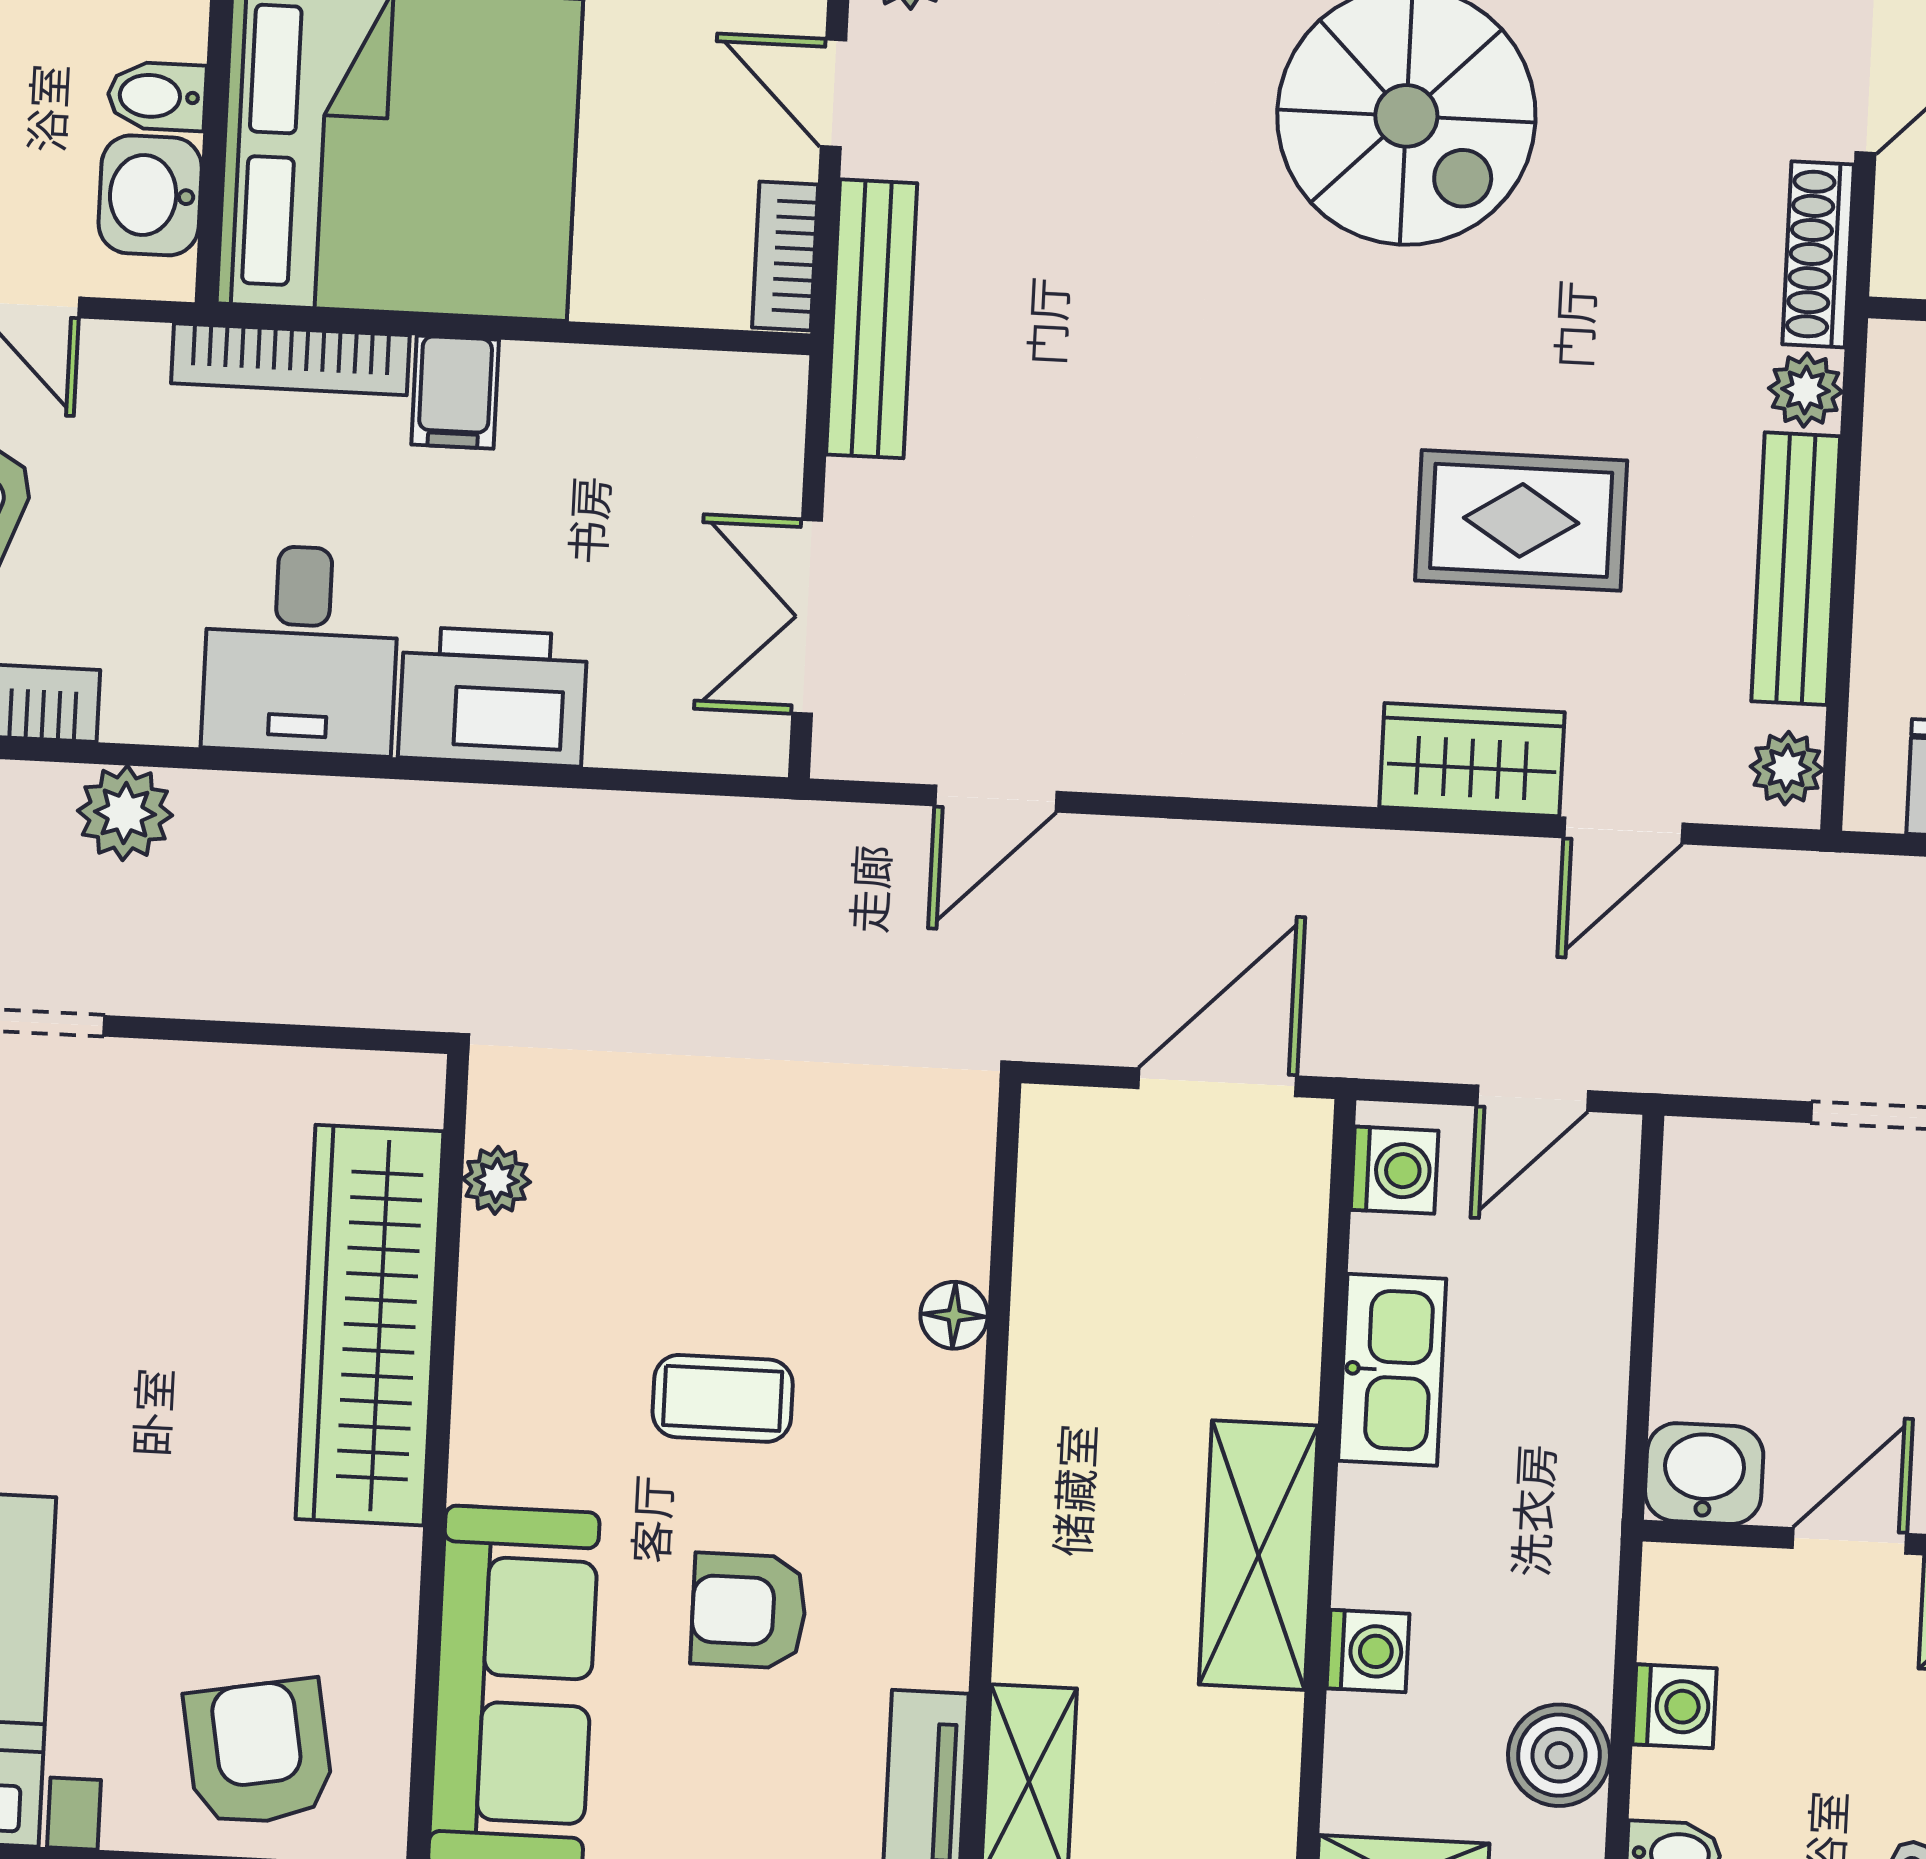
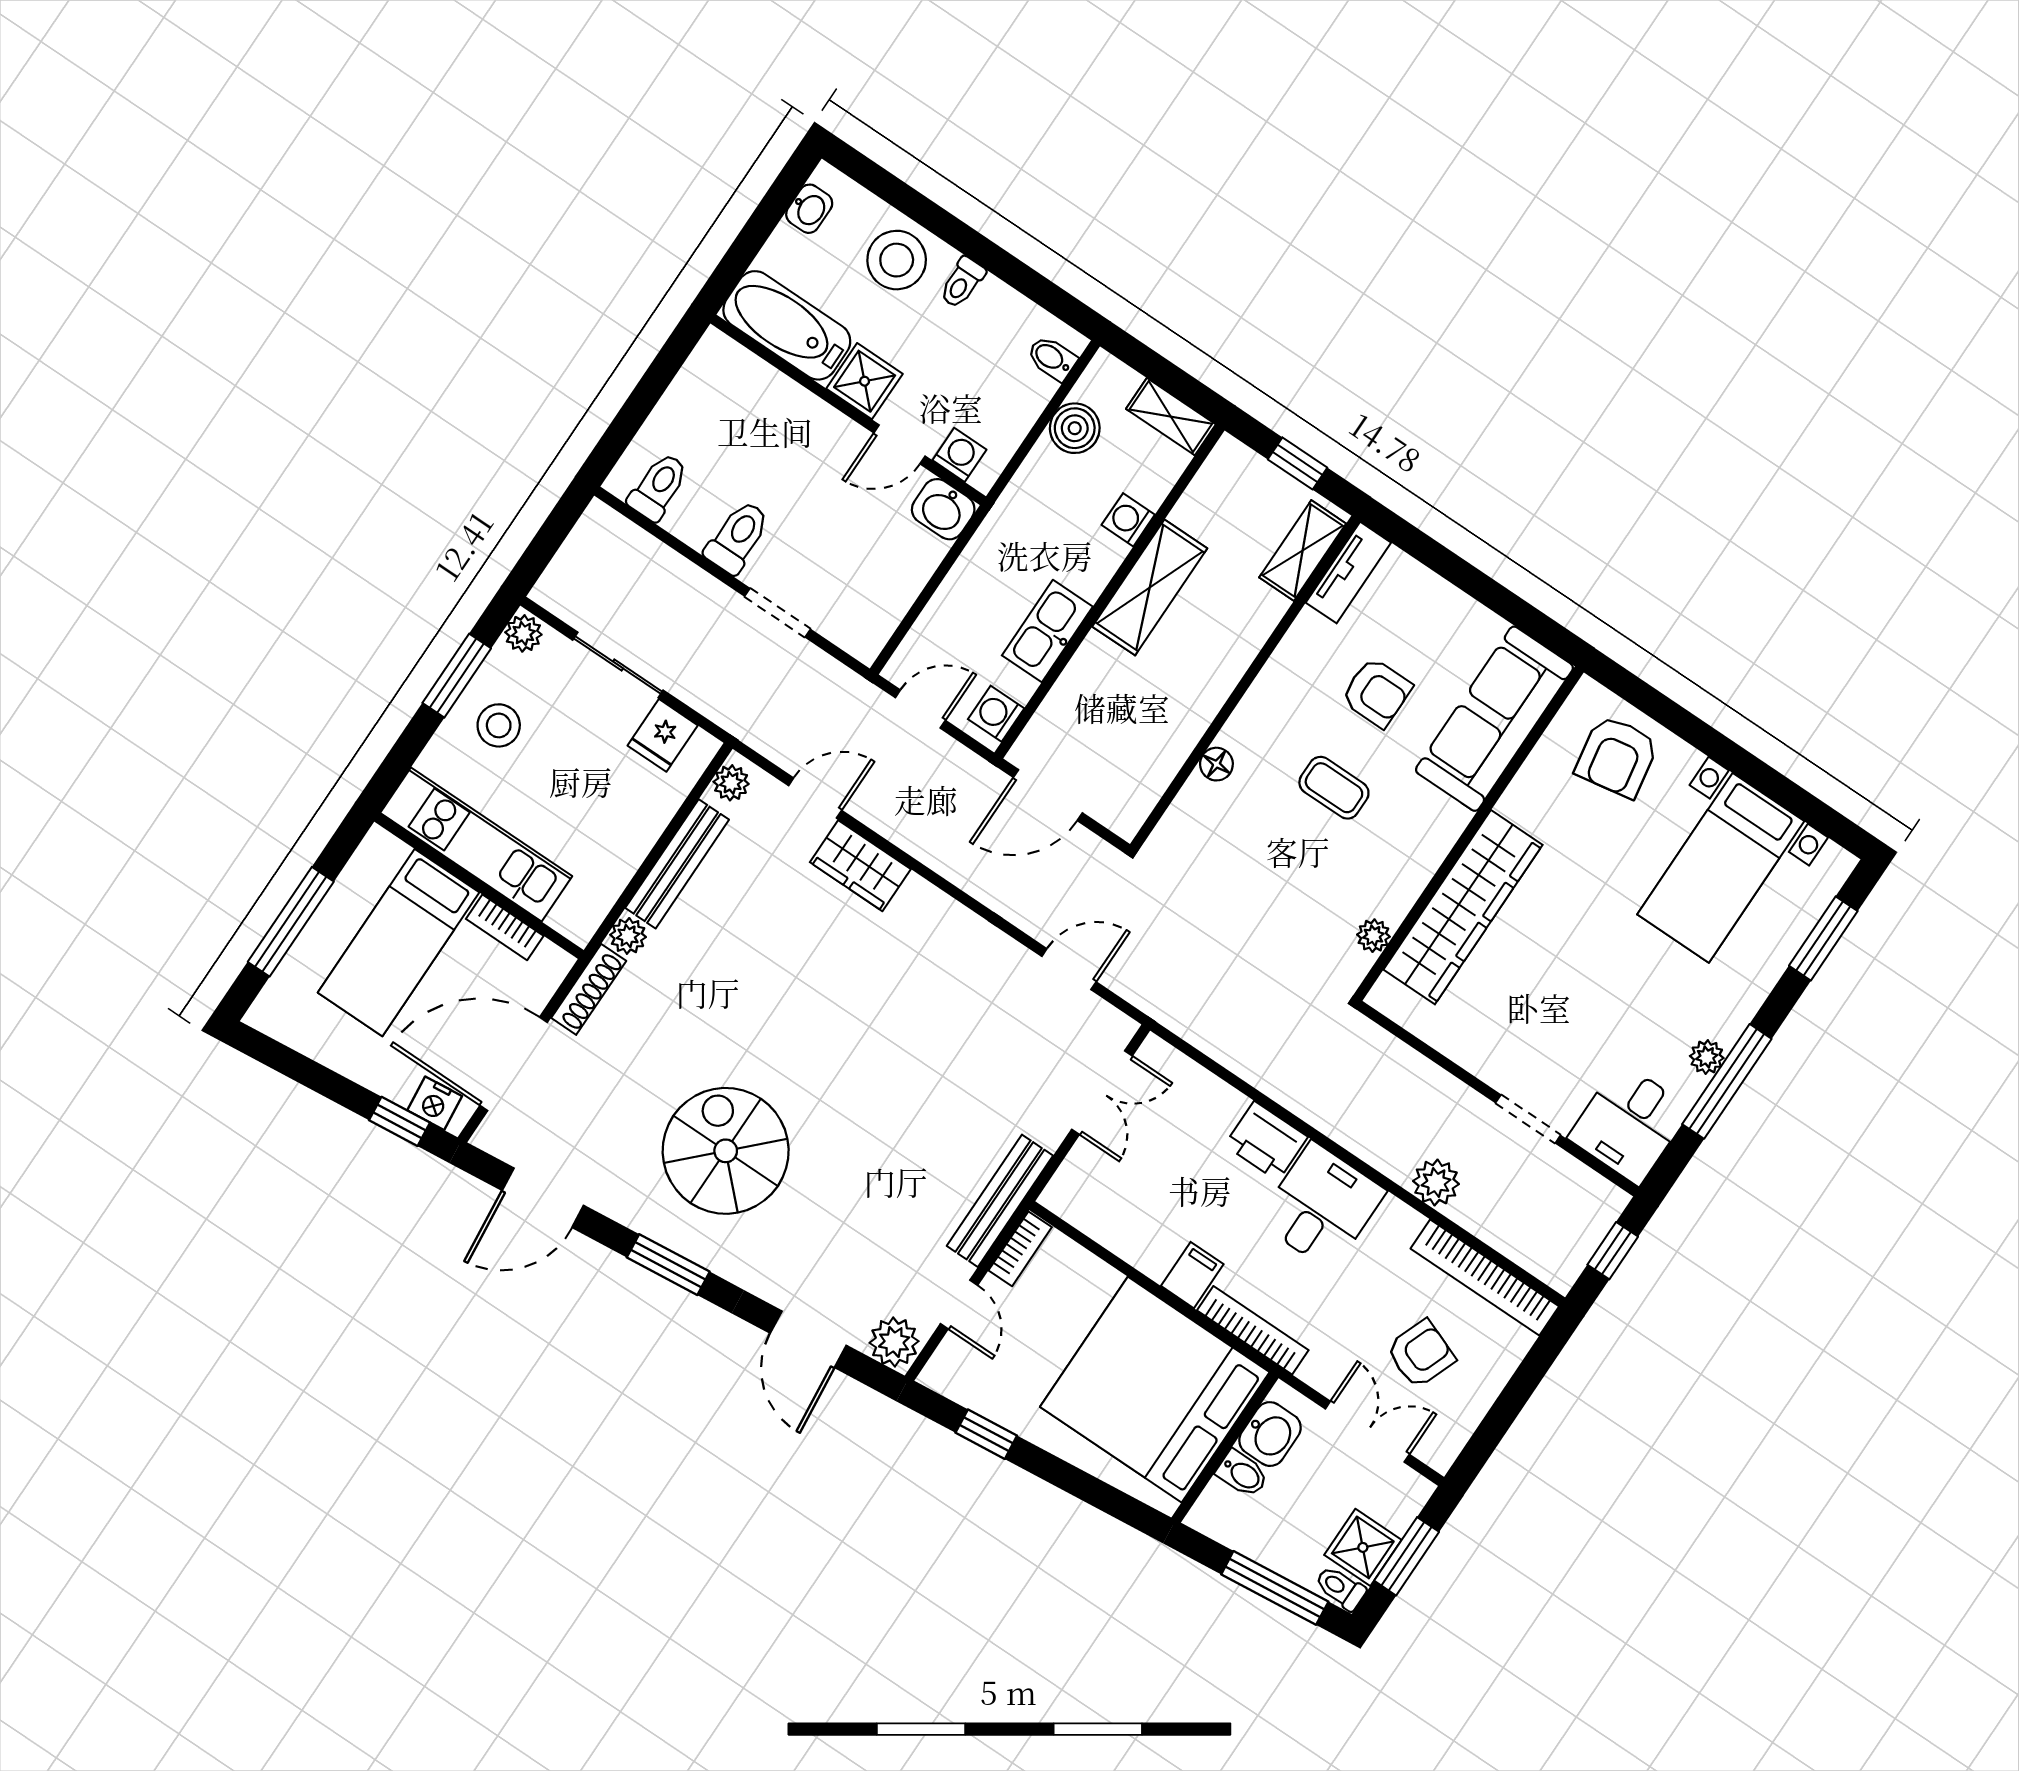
rug: (1521, 520) -> (780, 953), removed
printer: (493, 696) -> (1266, 1141), width x0.73, depth x0.84
washing machine: (1674, 1706) -> (959, 455), moved, turned 90

